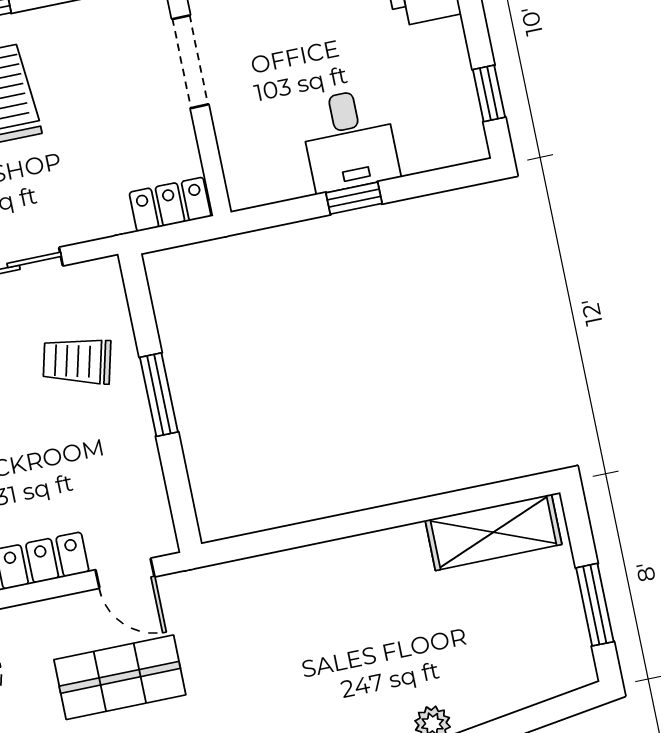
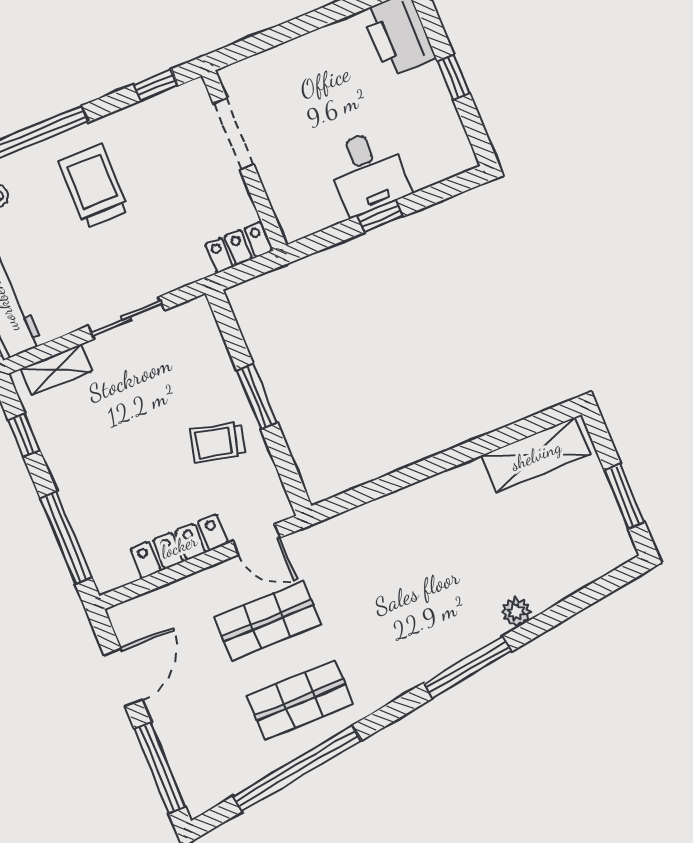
window: (489, 93) -> (453, 77), moved
trolley: (77, 361) -> (217, 442), moved

